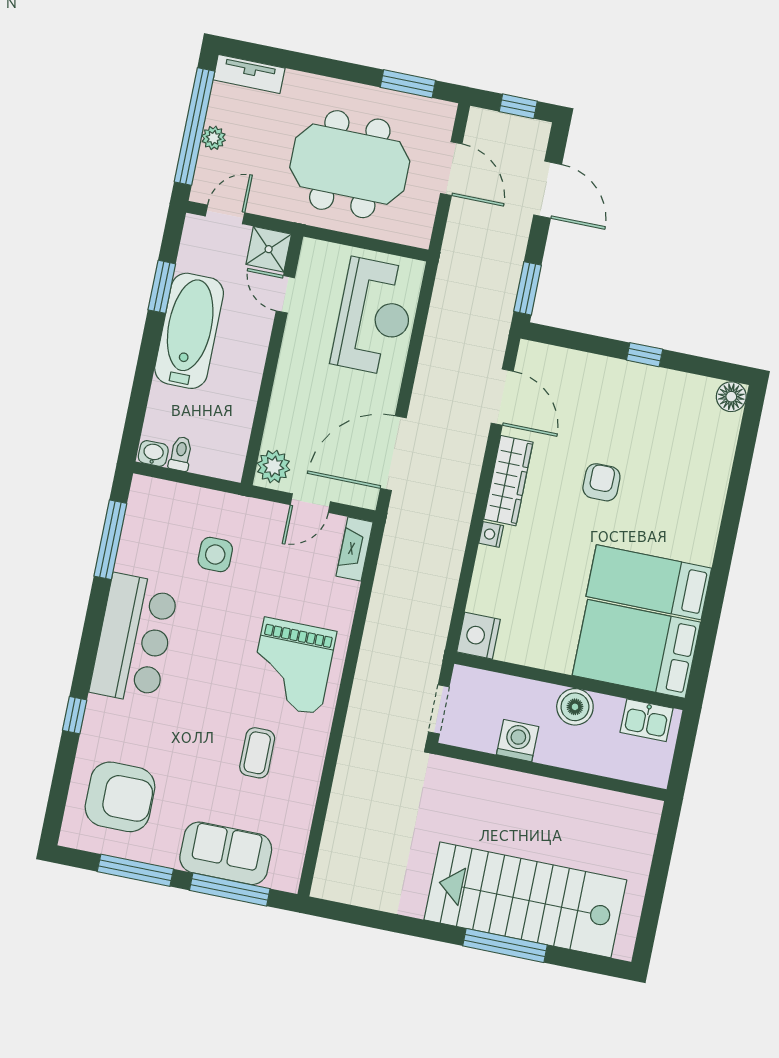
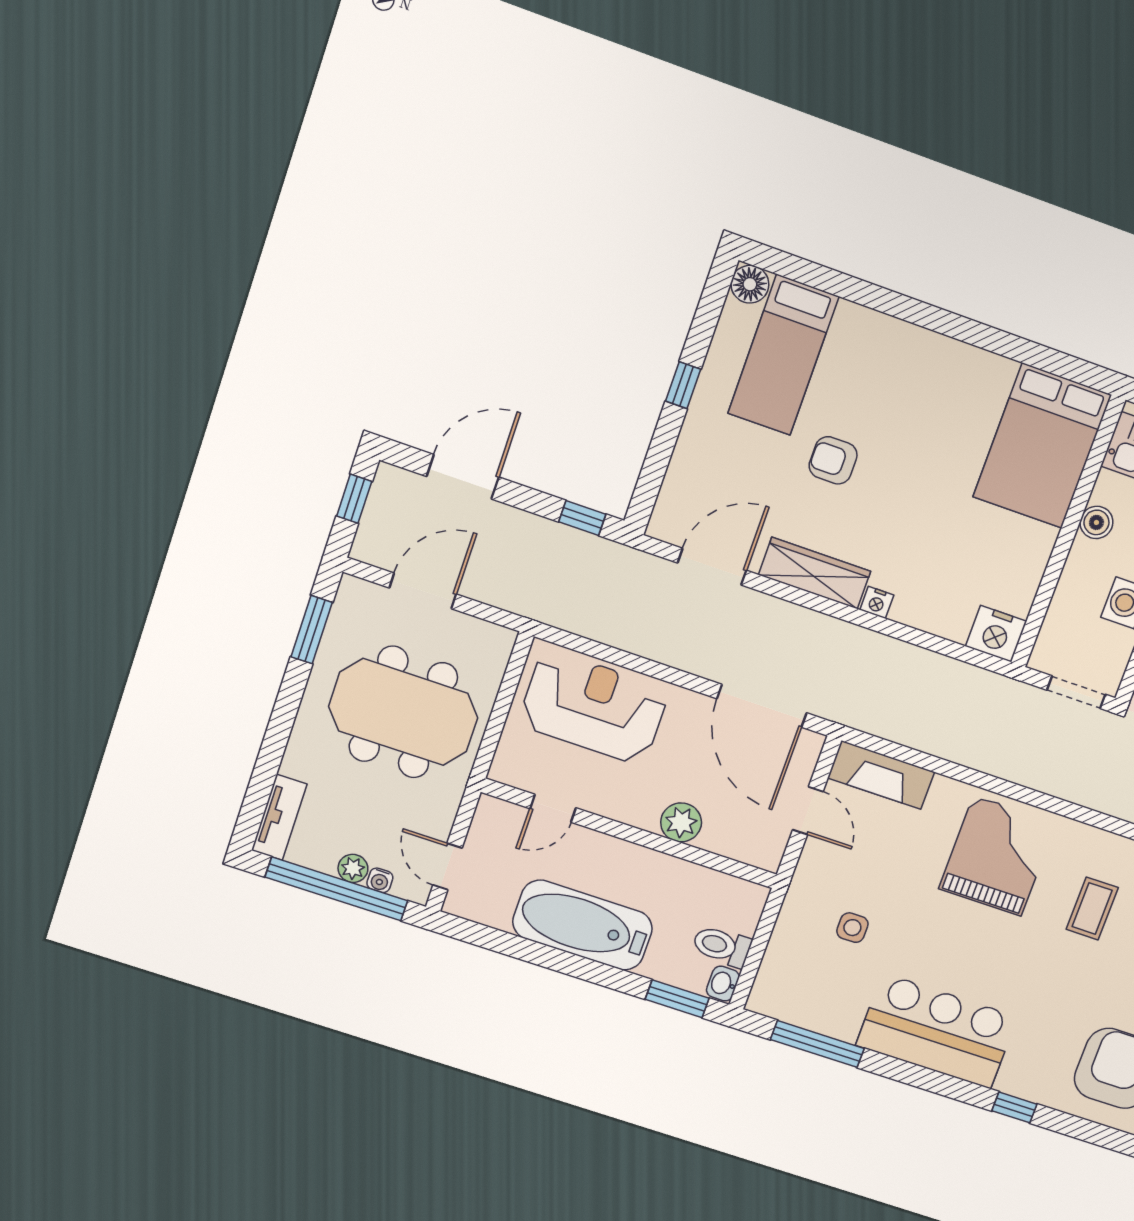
water cooler: (206, 161) -> (380, 880), added
meeting table: (350, 164) -> (403, 712), turned 90
shower: (269, 249) -> (496, 821), removed
window: (162, 287) -> (677, 999), moved
window: (528, 288) -> (582, 518), width x0.67
toilet: (181, 454) -> (722, 946), width x1.37, depth x1.39
plant: (273, 467) -> (681, 822), moved
fireplace: (355, 549) -> (881, 775), width x1.37, depth x1.32
side table: (215, 555) -> (852, 928), width x0.73, depth x0.73
bed: (649, 582) -> (783, 355), moved
grand piano: (292, 666) -> (997, 856), turned -90
boiler: (575, 707) -> (1096, 522), width x0.73, depth x0.73
coffee table: (257, 753) -> (1092, 908), turned 90

